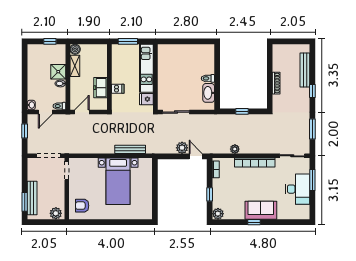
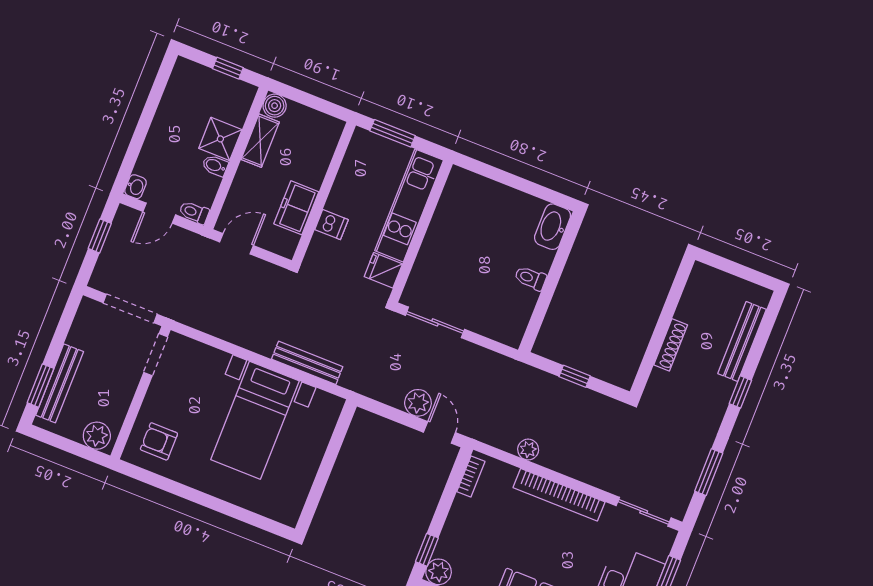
washbasin: (209, 93) -> (553, 227), moved
window: (210, 194) -> (427, 550), moved

